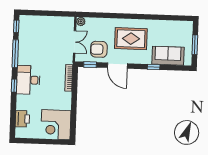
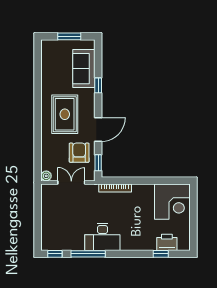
armchair: (99, 49) -> (79, 153), turned 180
desk: (28, 80) -> (102, 237), moved
window: (14, 86) -> (161, 254), moved

